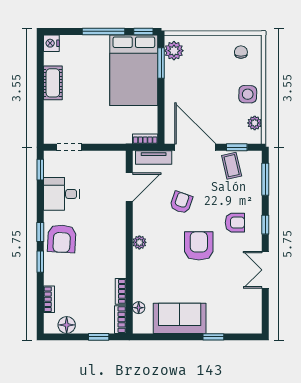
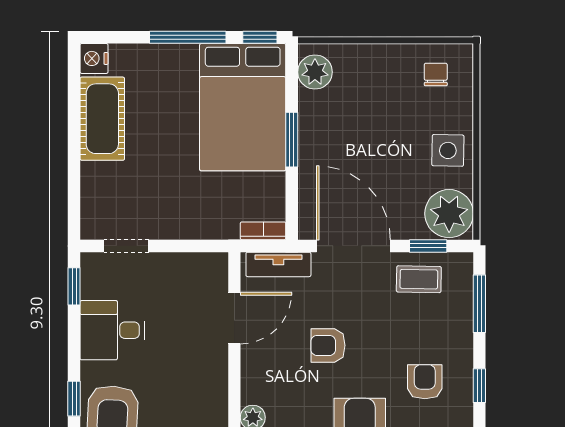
window: (161, 63) -> (292, 140), moved
cot: (53, 83) -> (102, 119), width x1.37, depth x1.34
plant: (255, 123) -> (449, 214), width x1.87, depth x1.87
coffee table: (232, 166) -> (419, 279), turned -76
armchair: (181, 202) -> (328, 345), turned -109
armchair: (235, 223) -> (425, 382), turned -90

